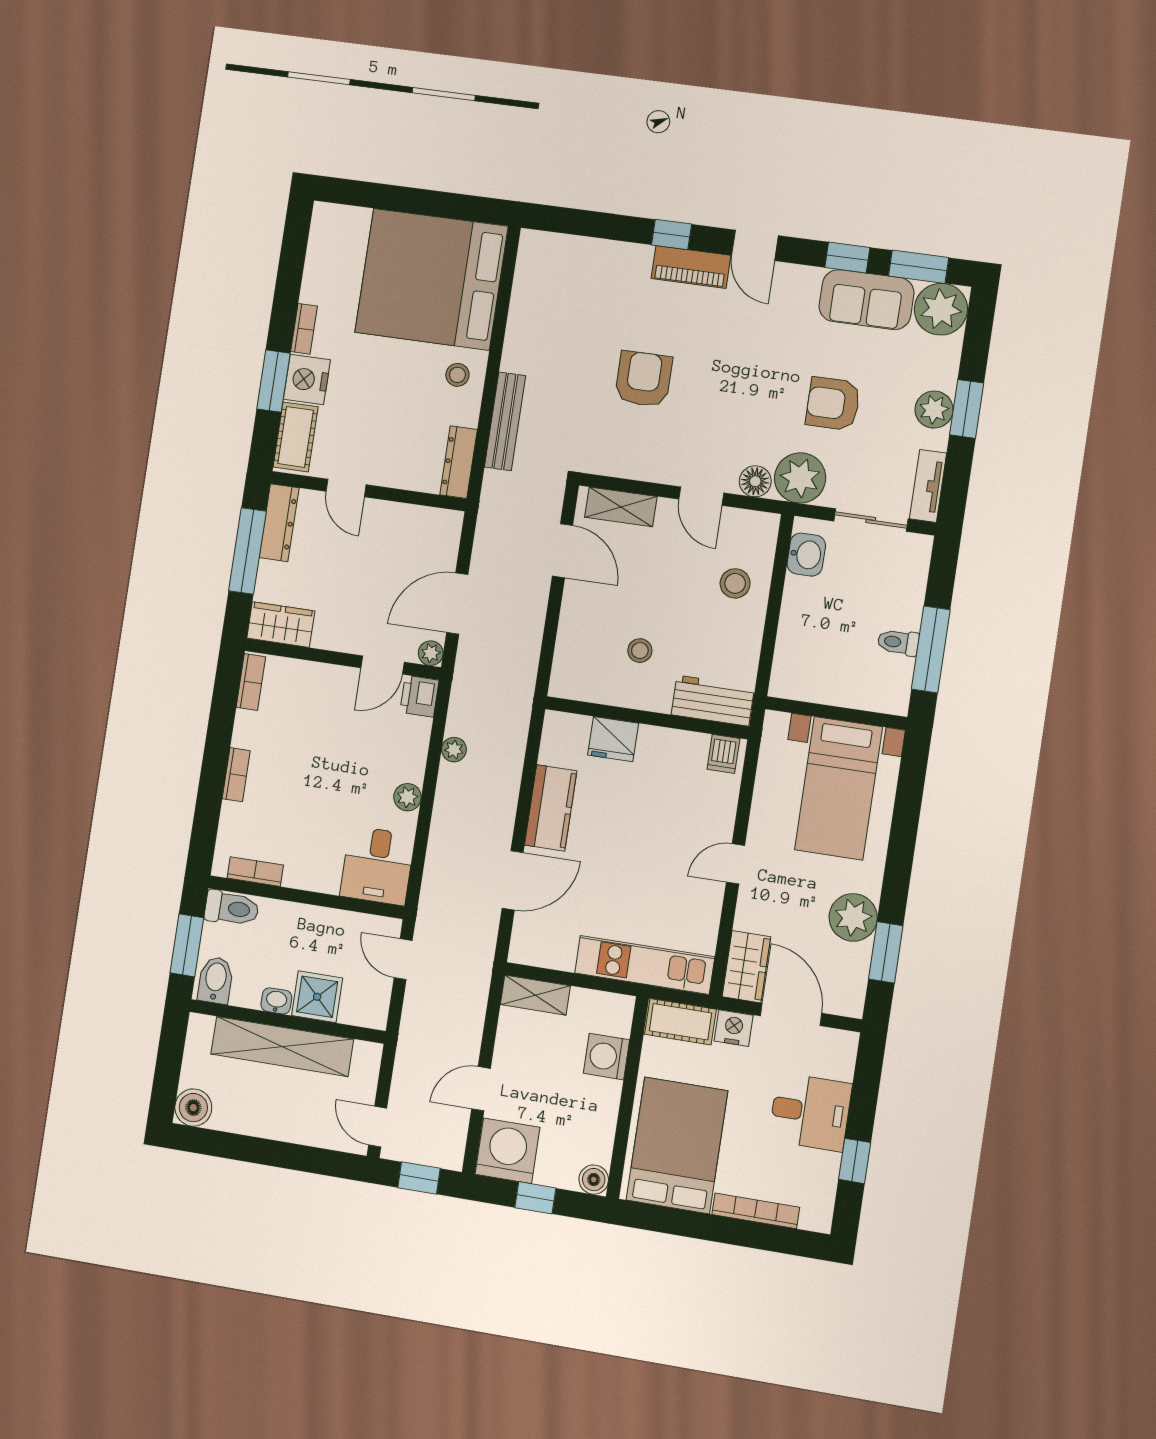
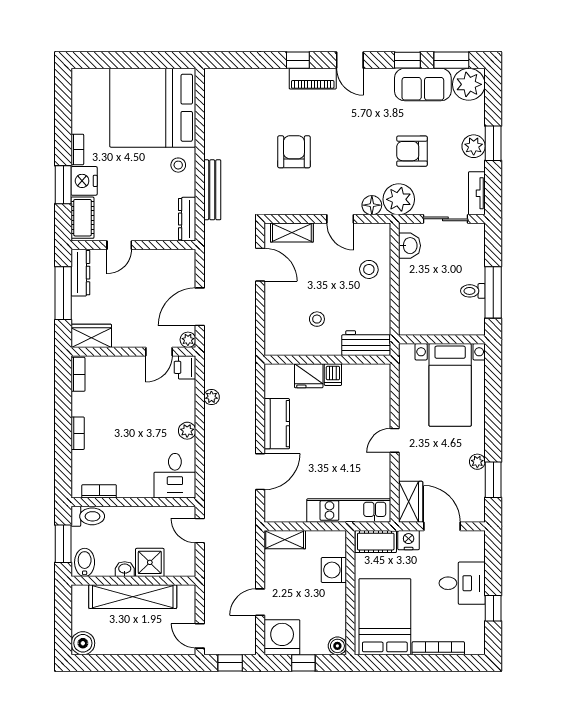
door: (346, 488) -> (119, 245), hinge flipped
dishwasher: (723, 754) -> (333, 375), moved
plant: (853, 917) -> (477, 462), width x0.53, depth x0.53

